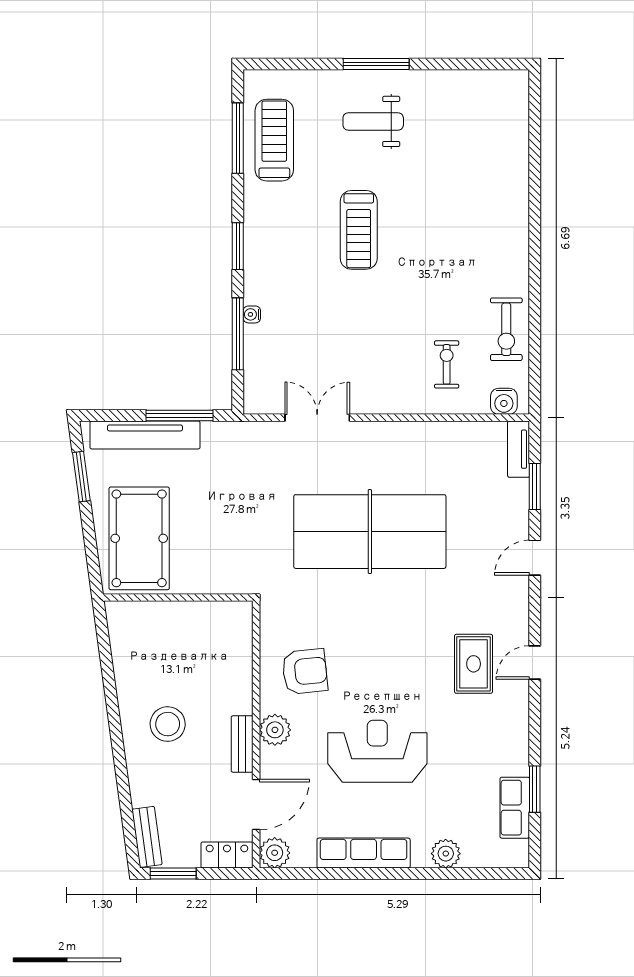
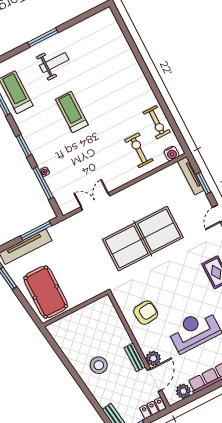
weight bench: (373, 121) -> (54, 63), turned 180
treadmill: (359, 230) -> (72, 112), turned 180
exercise bike: (447, 364) -> (139, 150), width x1.38, depth x1.39
tv unit: (519, 449) -> (191, 176), width x1.41
plant: (275, 730) -> (153, 358), moved
plant: (275, 853) -> (183, 391), moved

